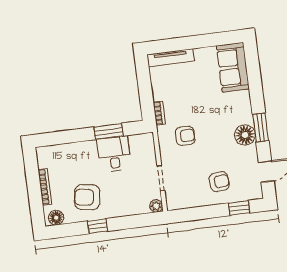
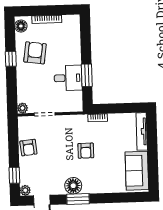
sofa: (233, 67) -> (137, 171), moved, turned -90
armchair: (185, 136) -> (86, 151), moved
armchair: (219, 182) -> (28, 148), moved
plant: (256, 193) -> (25, 190), added

